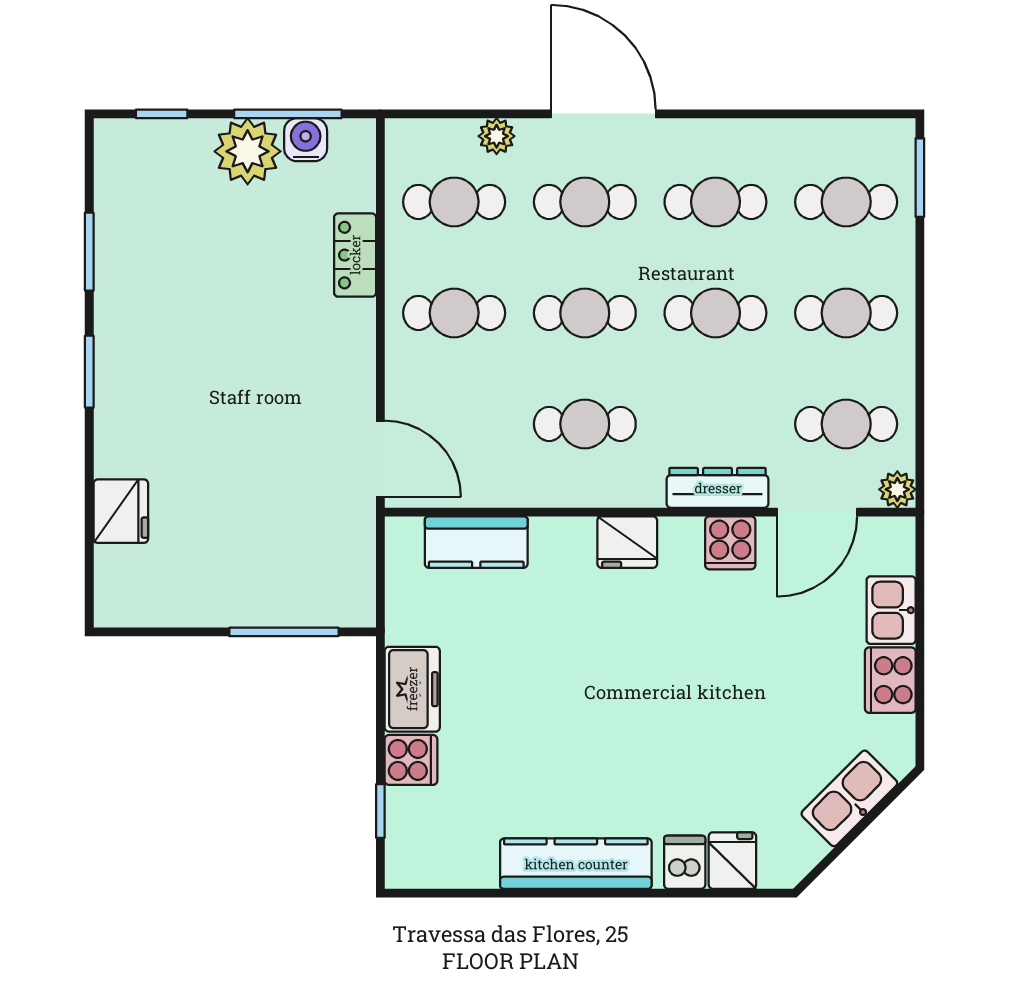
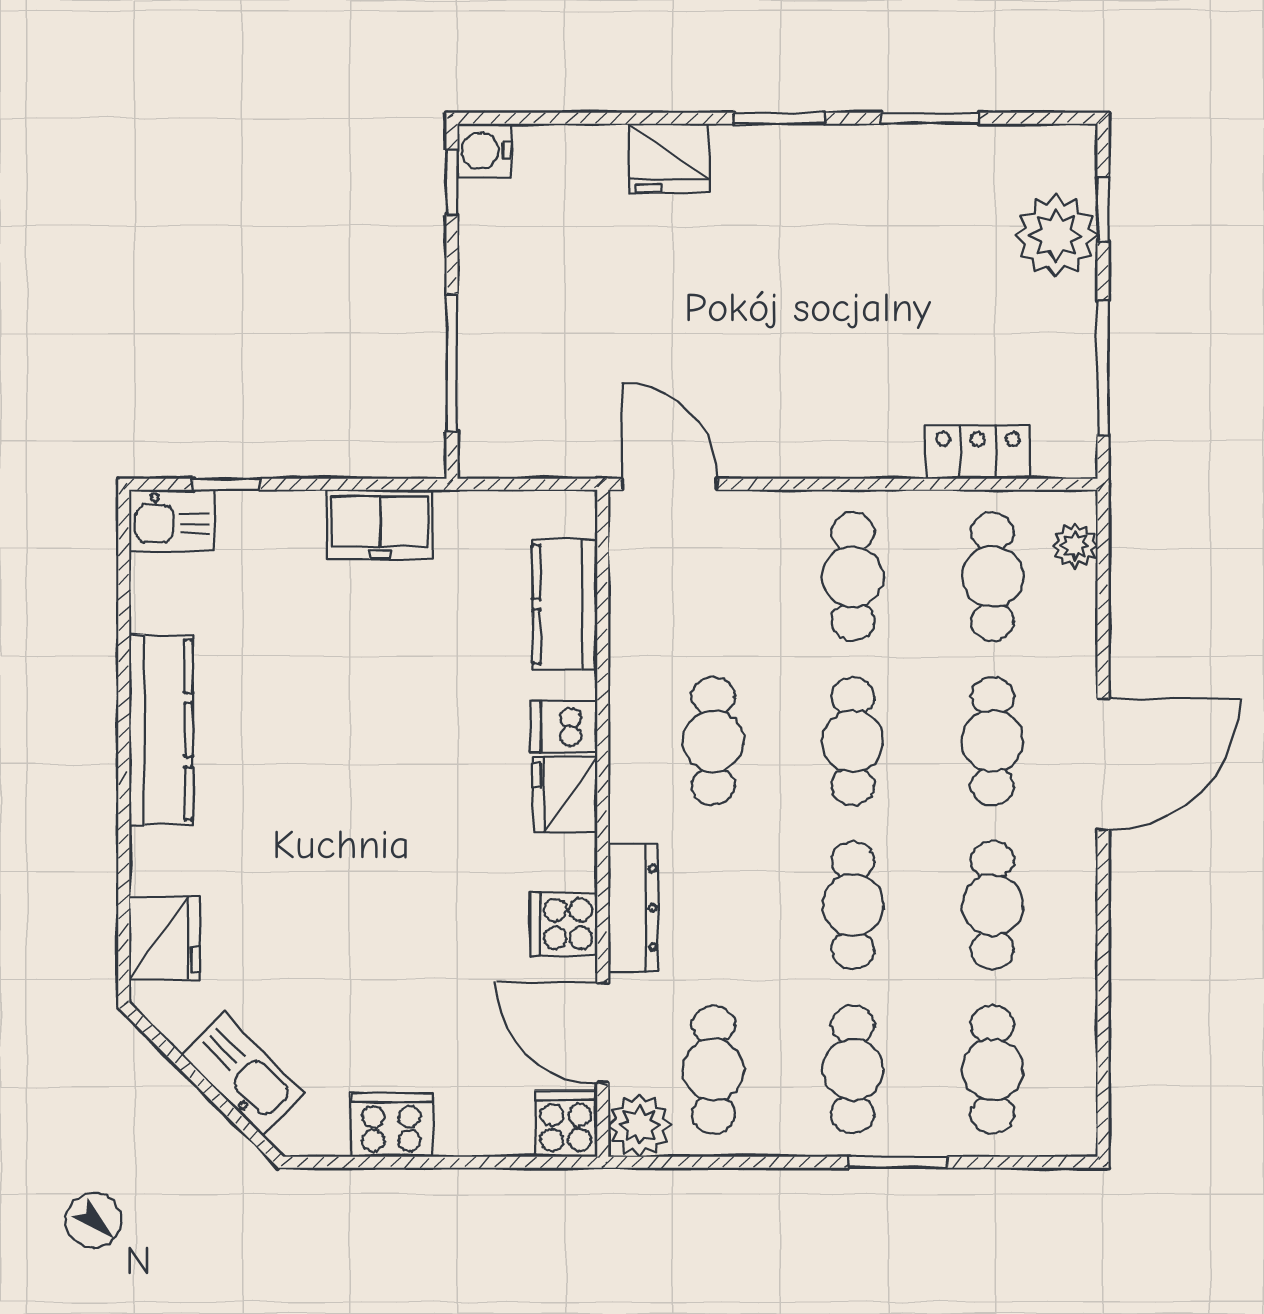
plant: (497, 136) -> (1075, 545), moved
water cooler: (306, 140) -> (484, 151), moved, turned 180
plant: (248, 151) -> (1056, 236), moved
window: (920, 178) -> (898, 1162), moved
locker: (355, 255) -> (978, 452), moved
door: (380, 459) -> (670, 484), swing flipped
plant: (897, 489) -> (640, 1125), width x1.38, depth x1.38
fridge: (121, 511) -> (669, 158), moved
kitchen sink: (891, 610) -> (172, 520), moved, turned 180
window: (140, 632) -> (452, 182), added
cooker: (411, 760) -> (566, 1124), moved, turned 180
fridge: (732, 861) -> (165, 938), width x1.38
dishwasher: (685, 862) -> (564, 727), moved, turned 180

